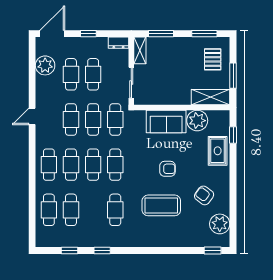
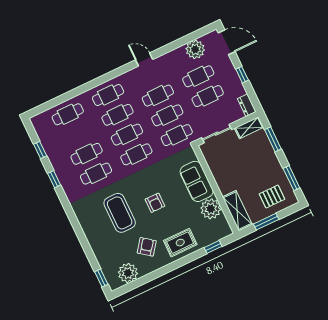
rug: (218, 151) -> (180, 243), moved
cafe table: (71, 210) -> (87, 154), moved

